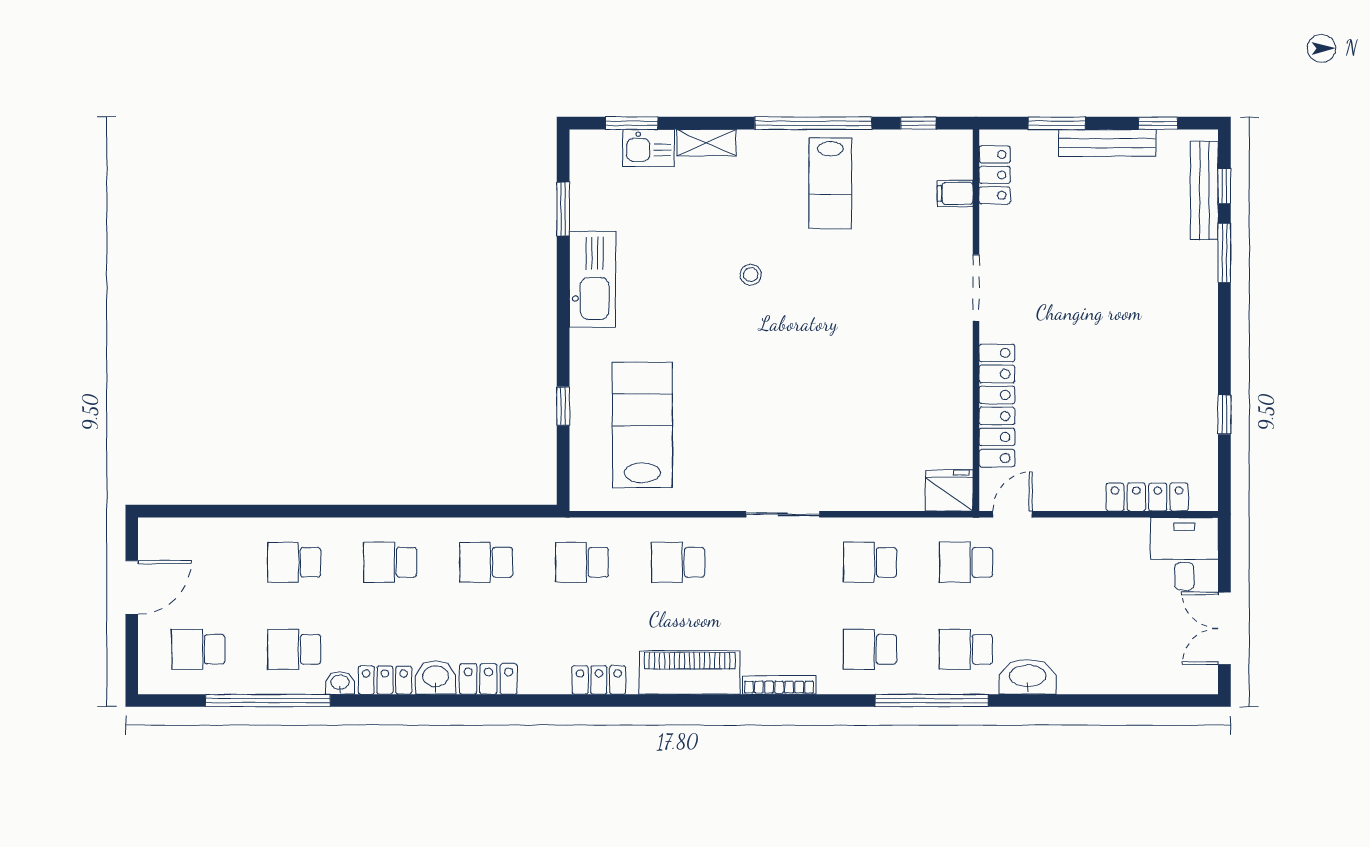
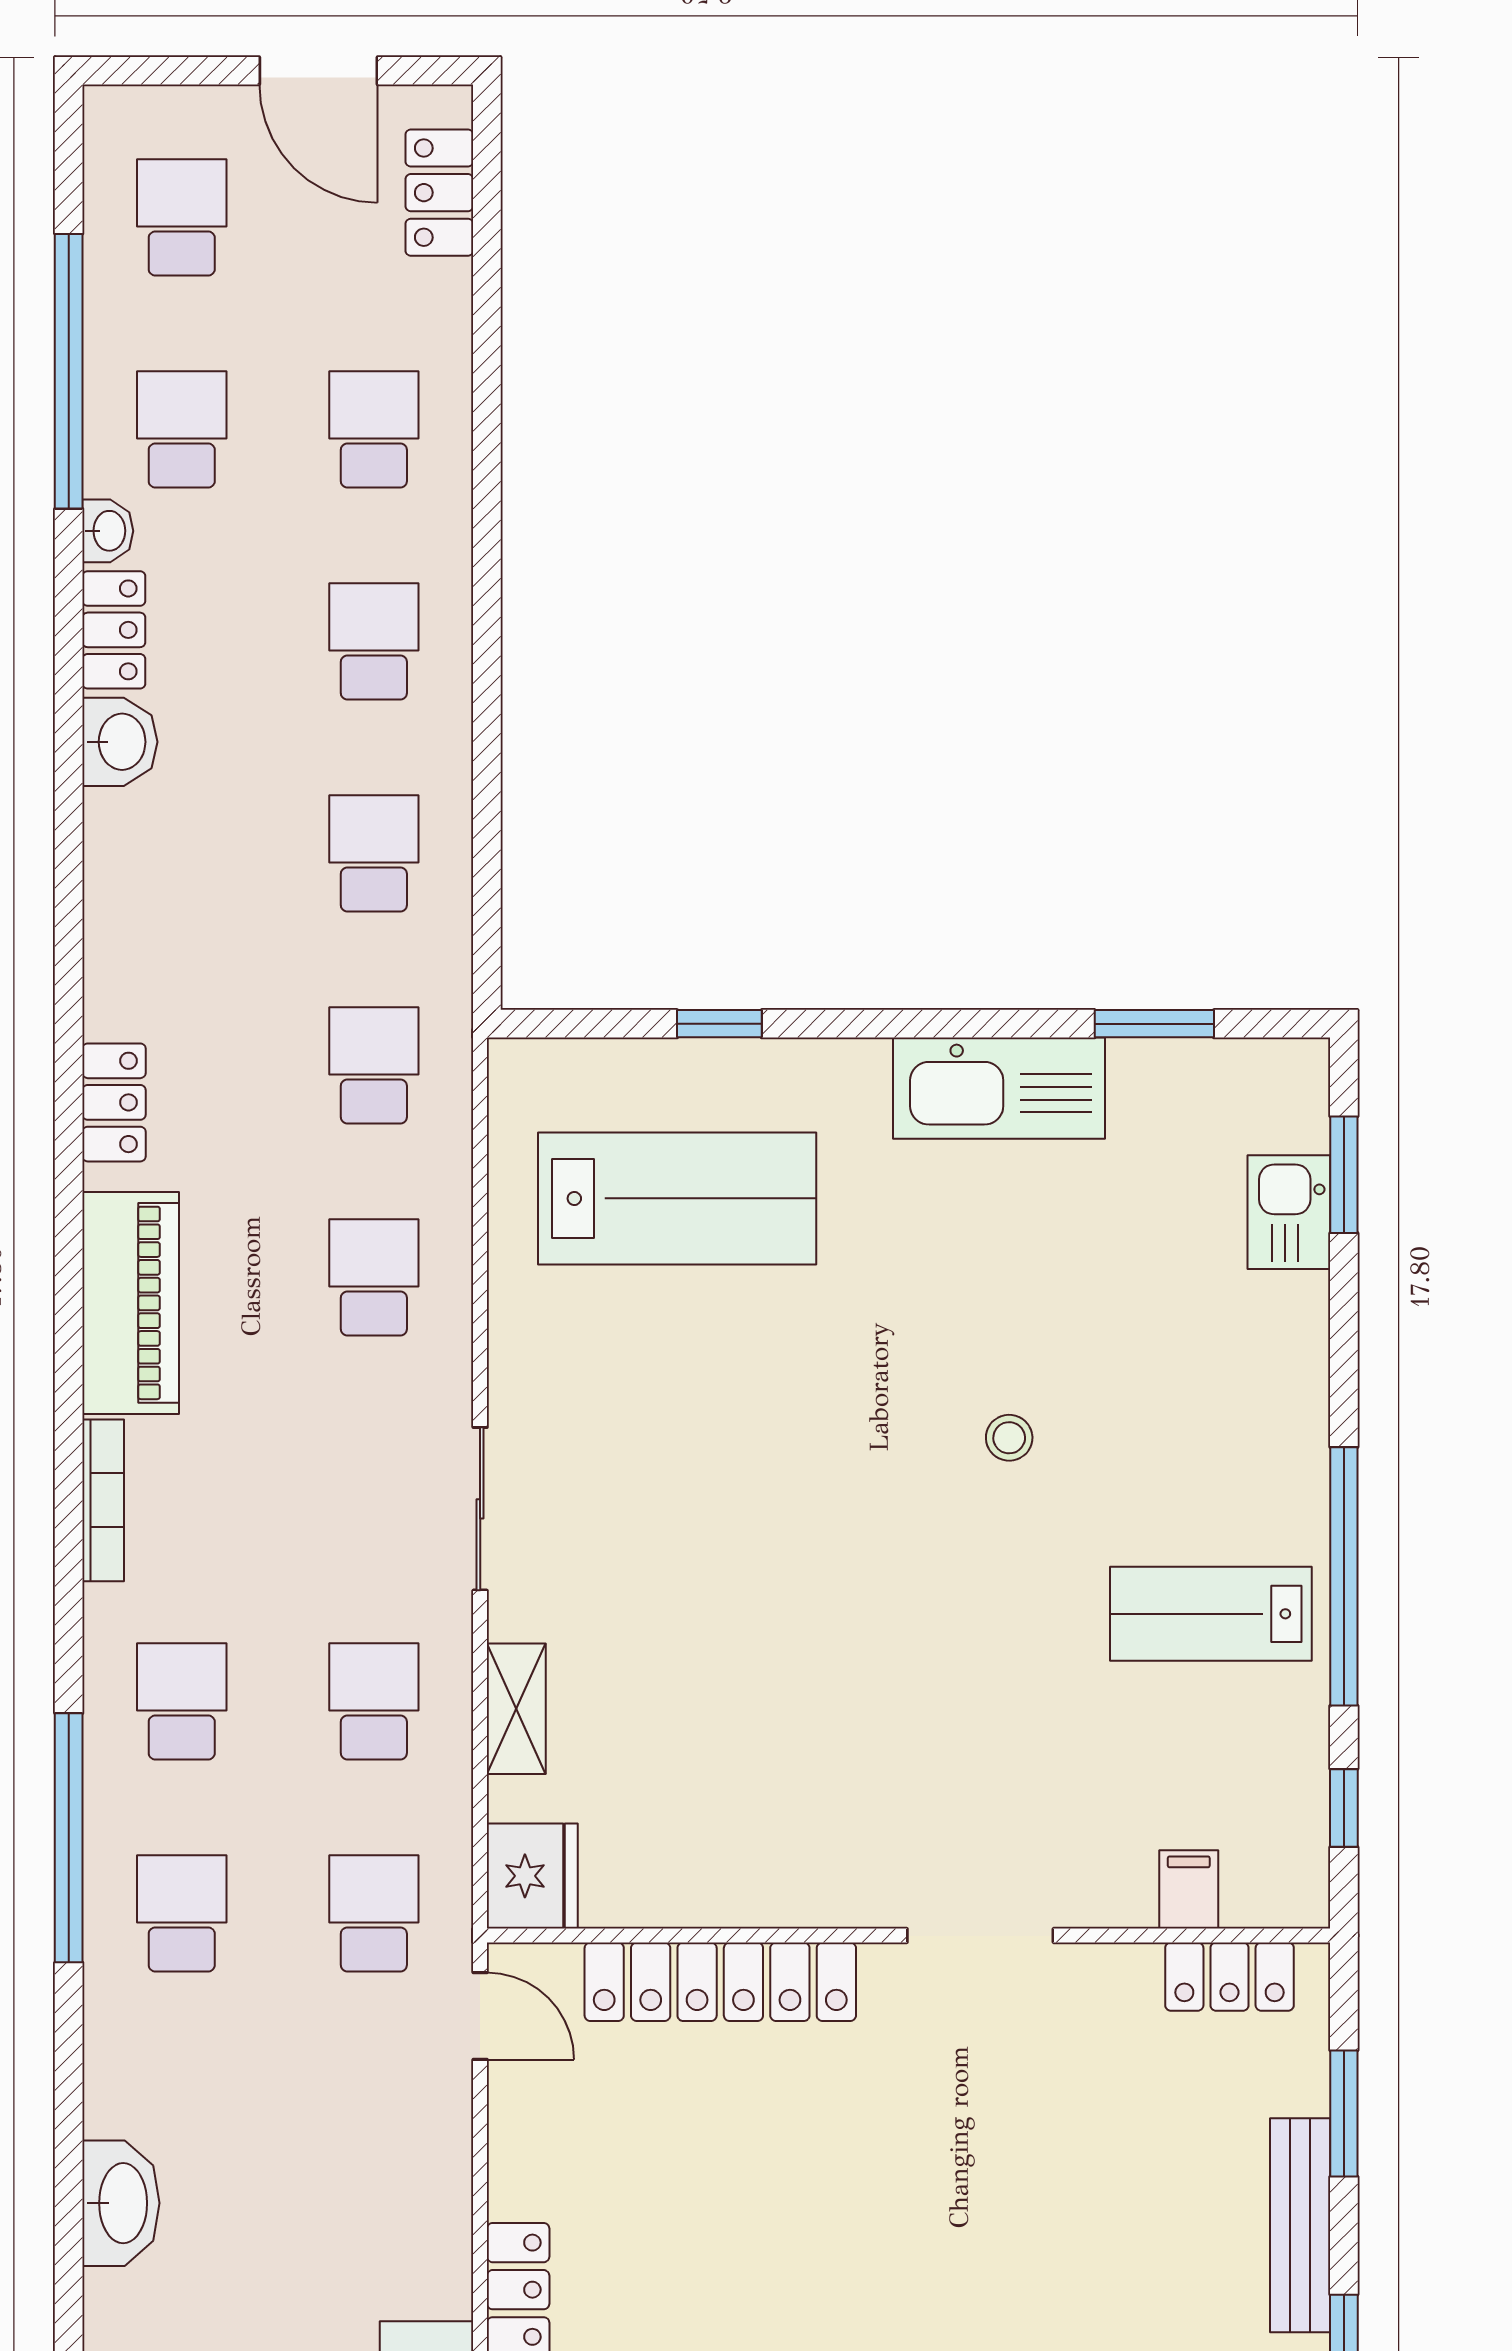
shelving: (706, 143) -> (516, 1709), moved
washbasin: (1028, 677) -> (121, 2203), moved
locker: (488, 679) -> (439, 193), moved, turned 180

